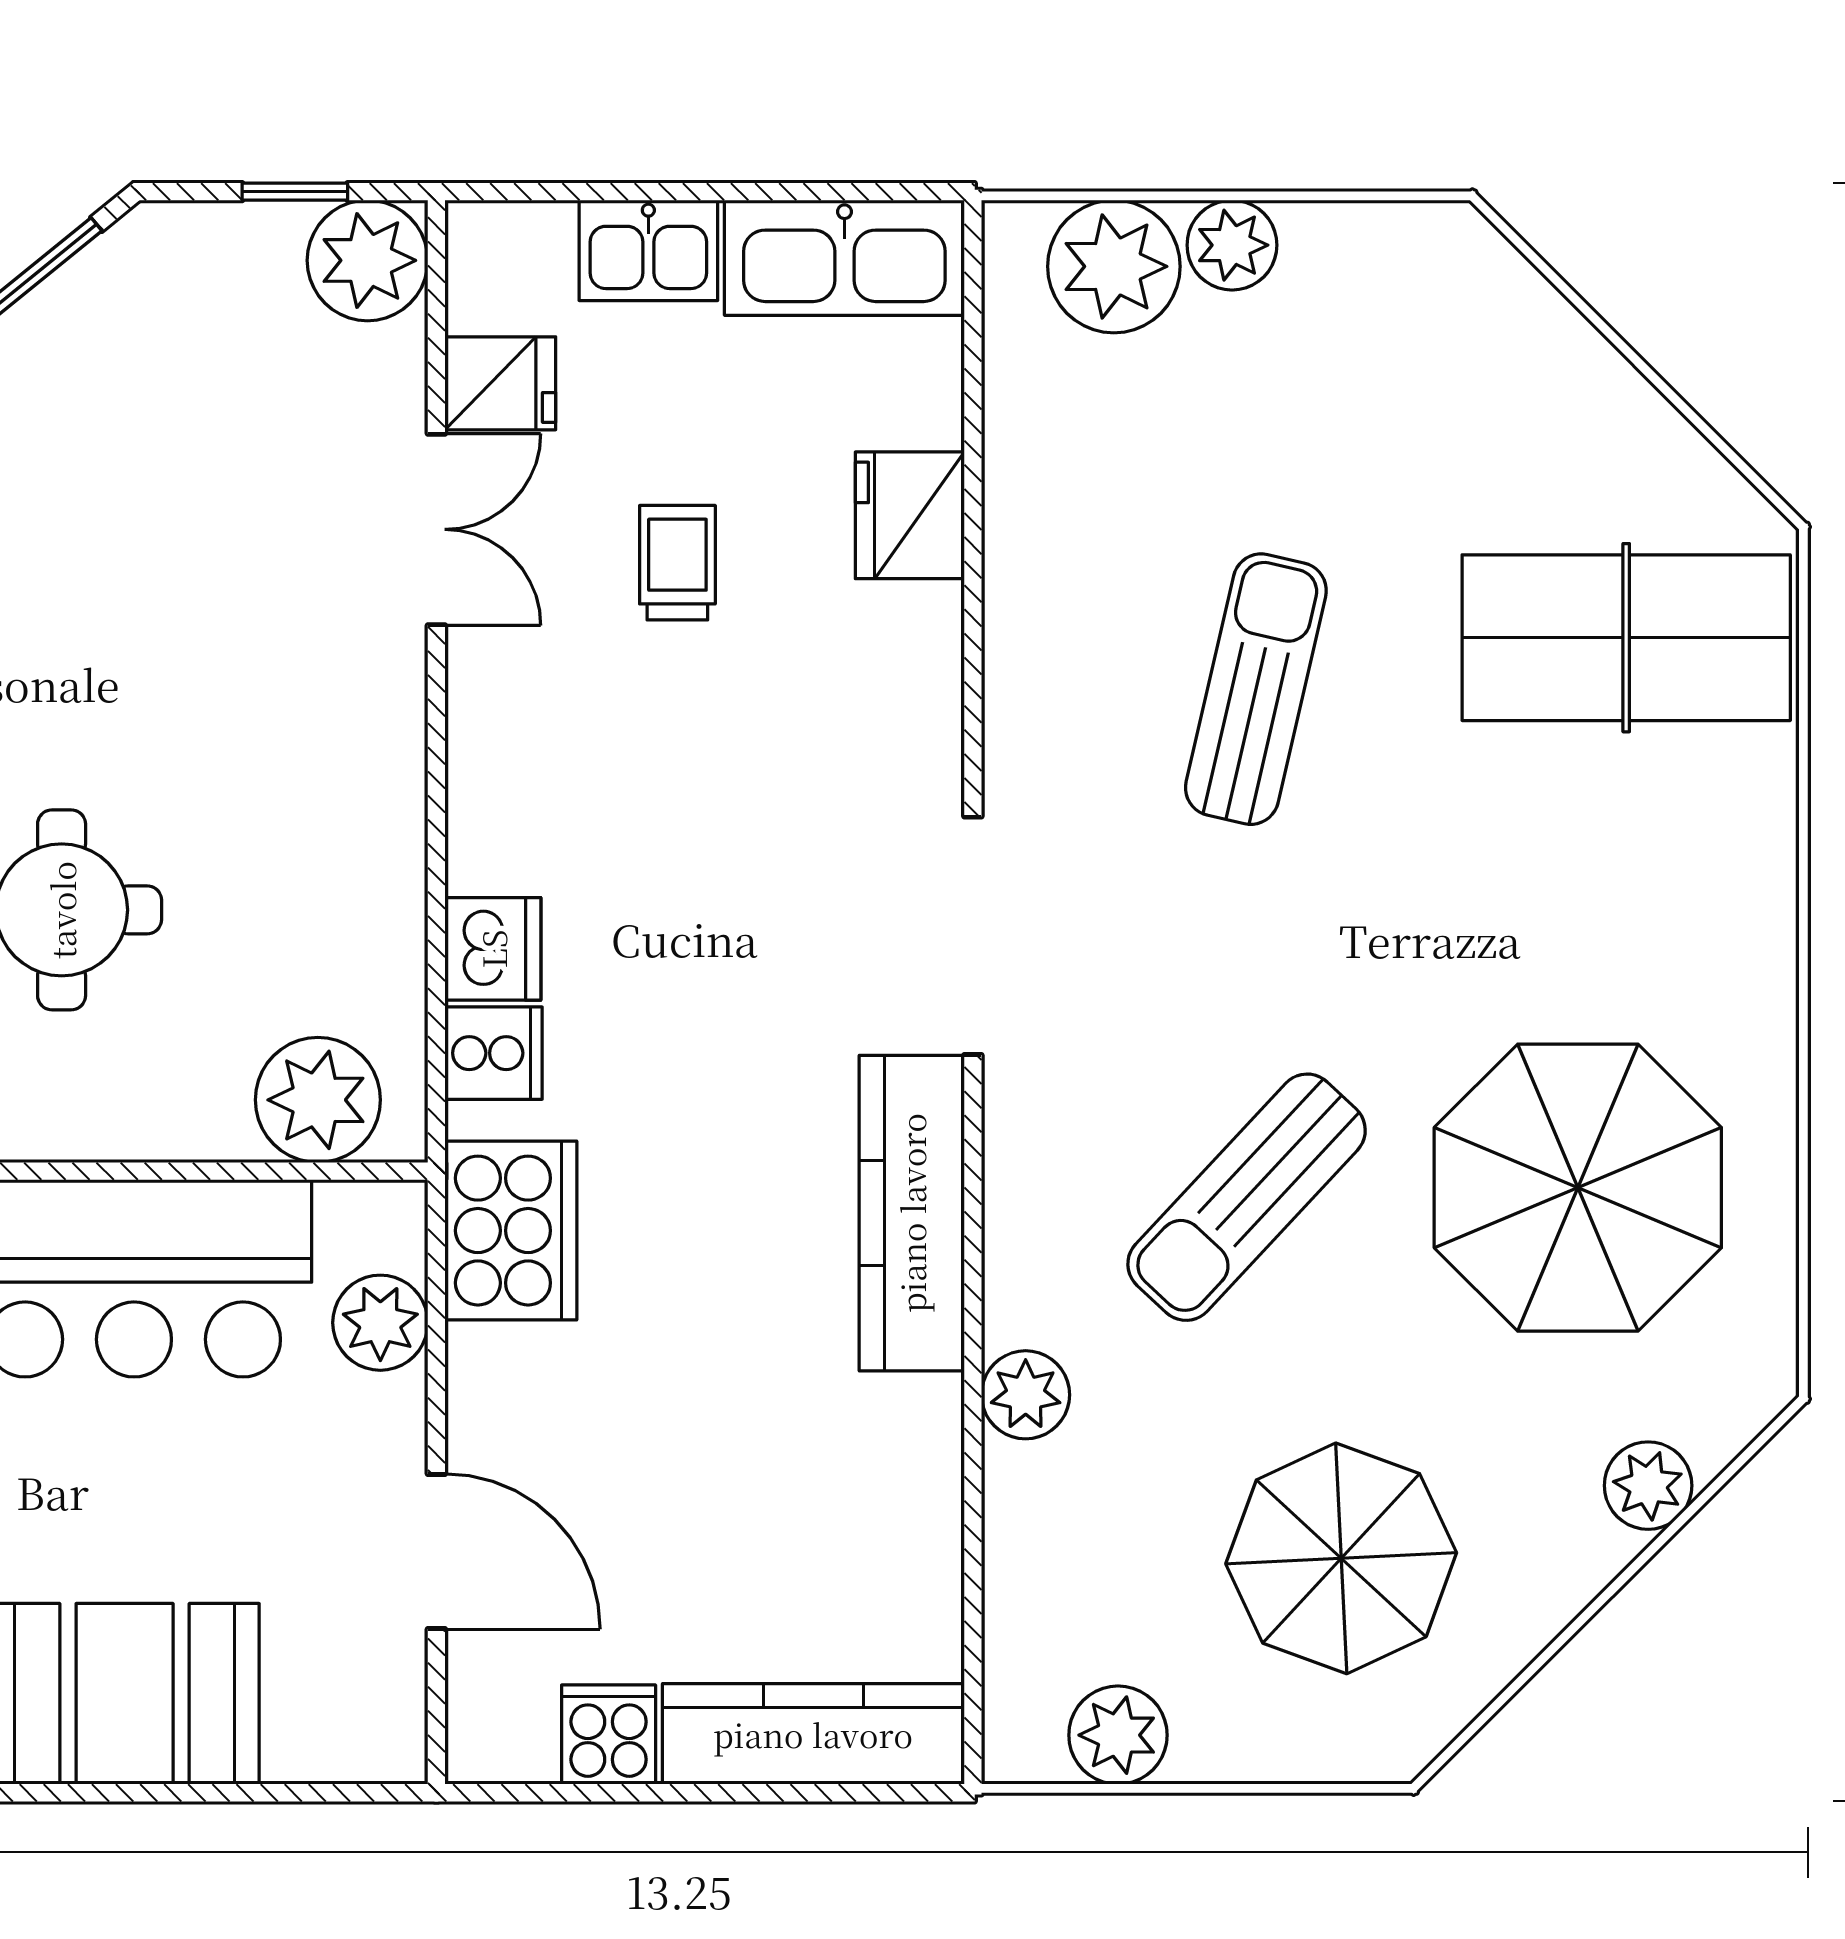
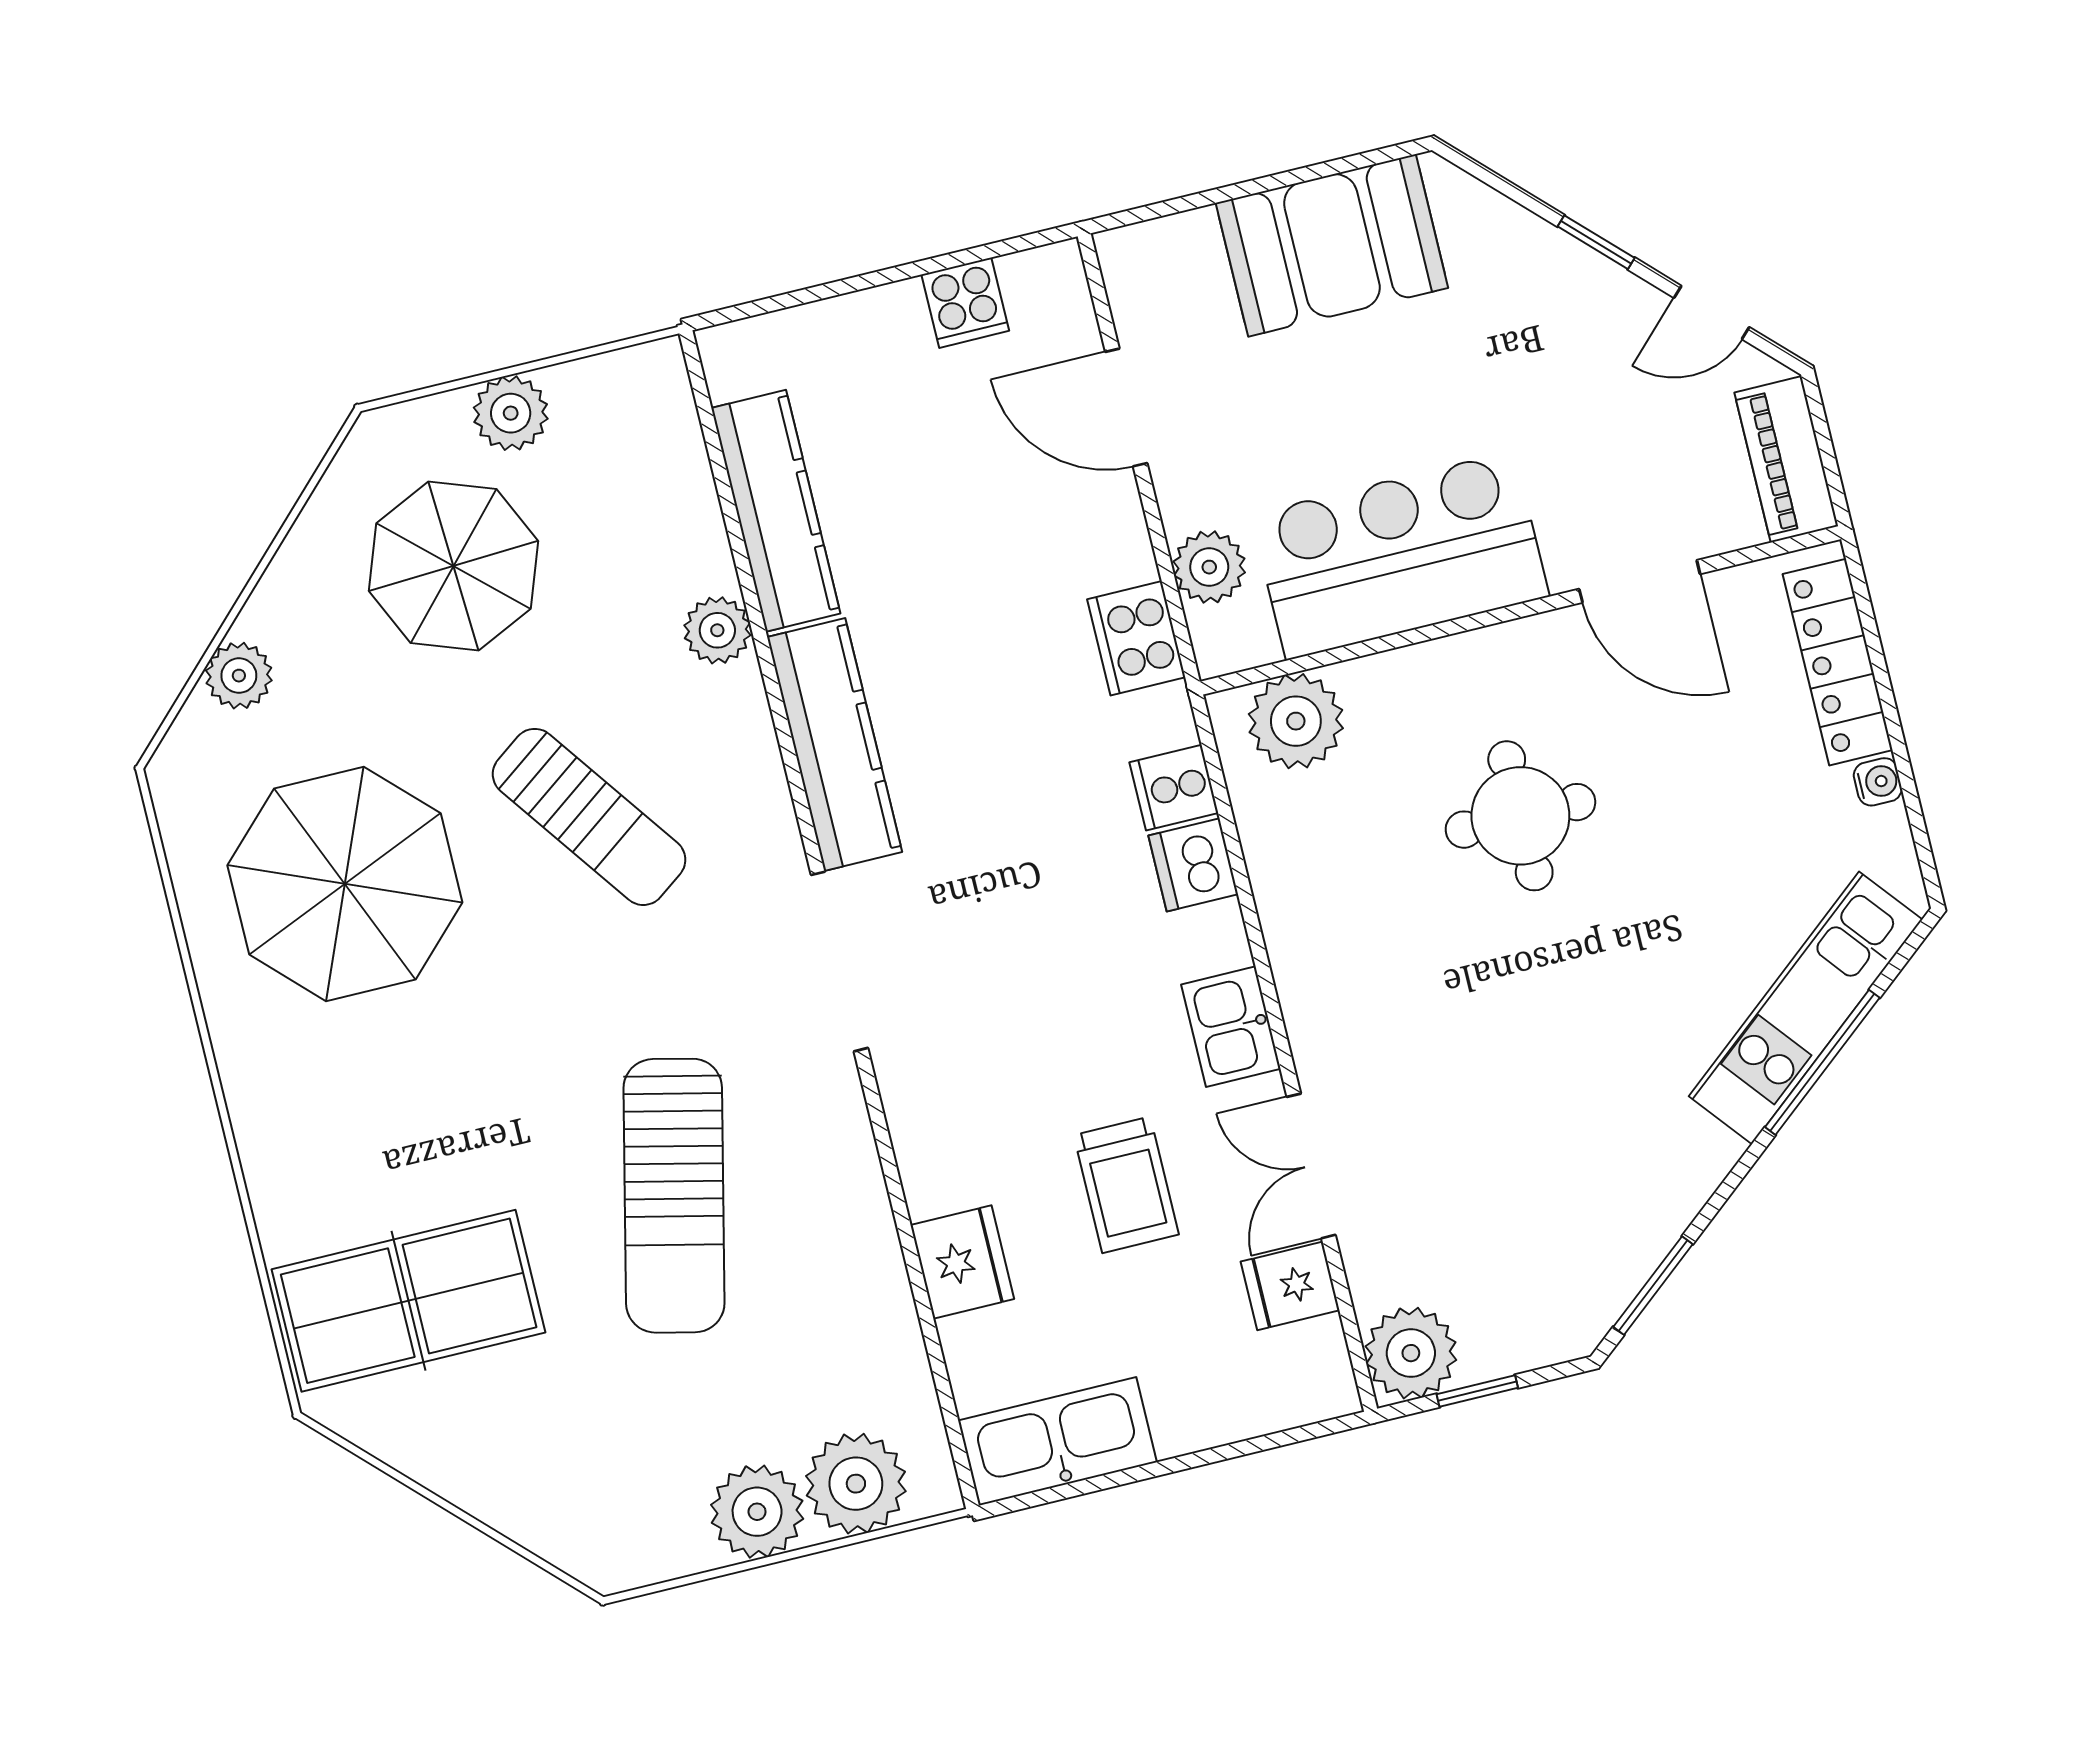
plant: (1232, 245) -> (757, 1512), width x1.36, depth x1.36
kitchen sink: (648, 250) -> (1231, 1027), moved, turned -90
trolley: (677, 563) -> (1126, 1185), width x1.36, depth x1.39
sun lounger: (1256, 689) -> (674, 1196), width x1.36, depth x1.34
sun lounger: (1247, 1197) -> (589, 817), turned 101
cooker: (511, 1231) -> (1136, 638), width x0.73, depth x0.76
kitchen counter: (813, 1734) -> (776, 511), moved, turned -90
plant: (1118, 1735) -> (511, 413), moved

